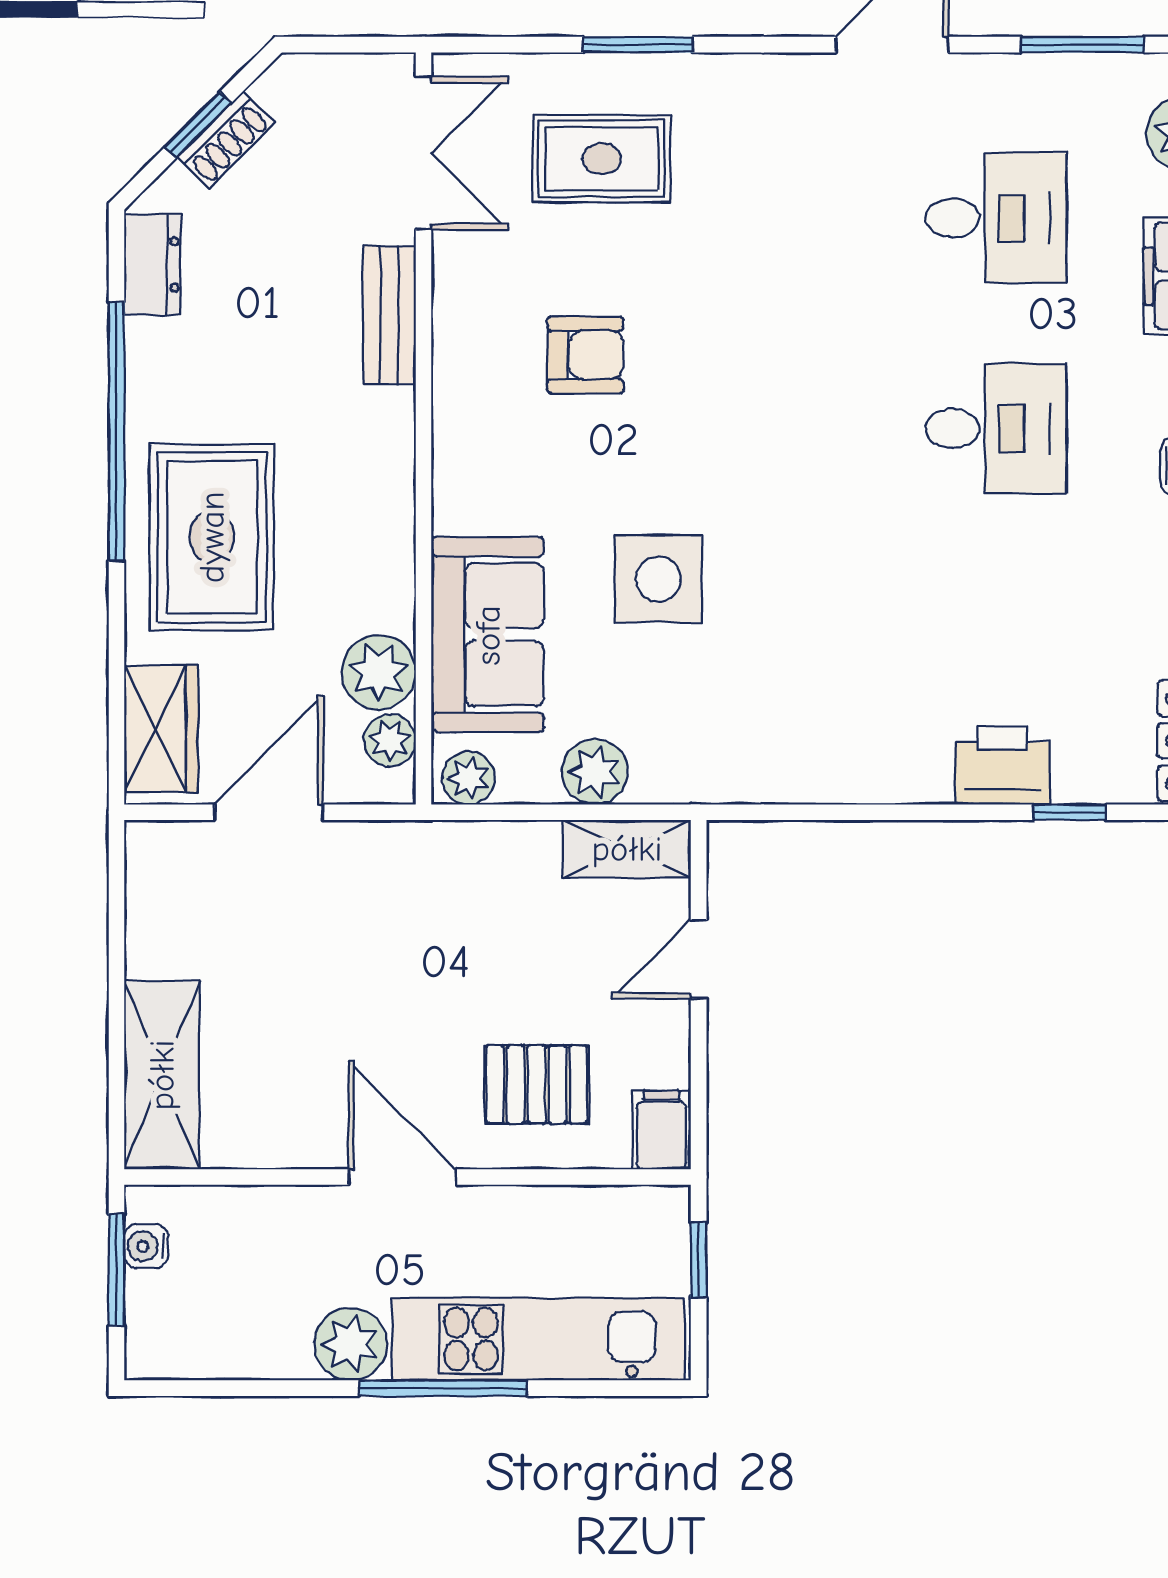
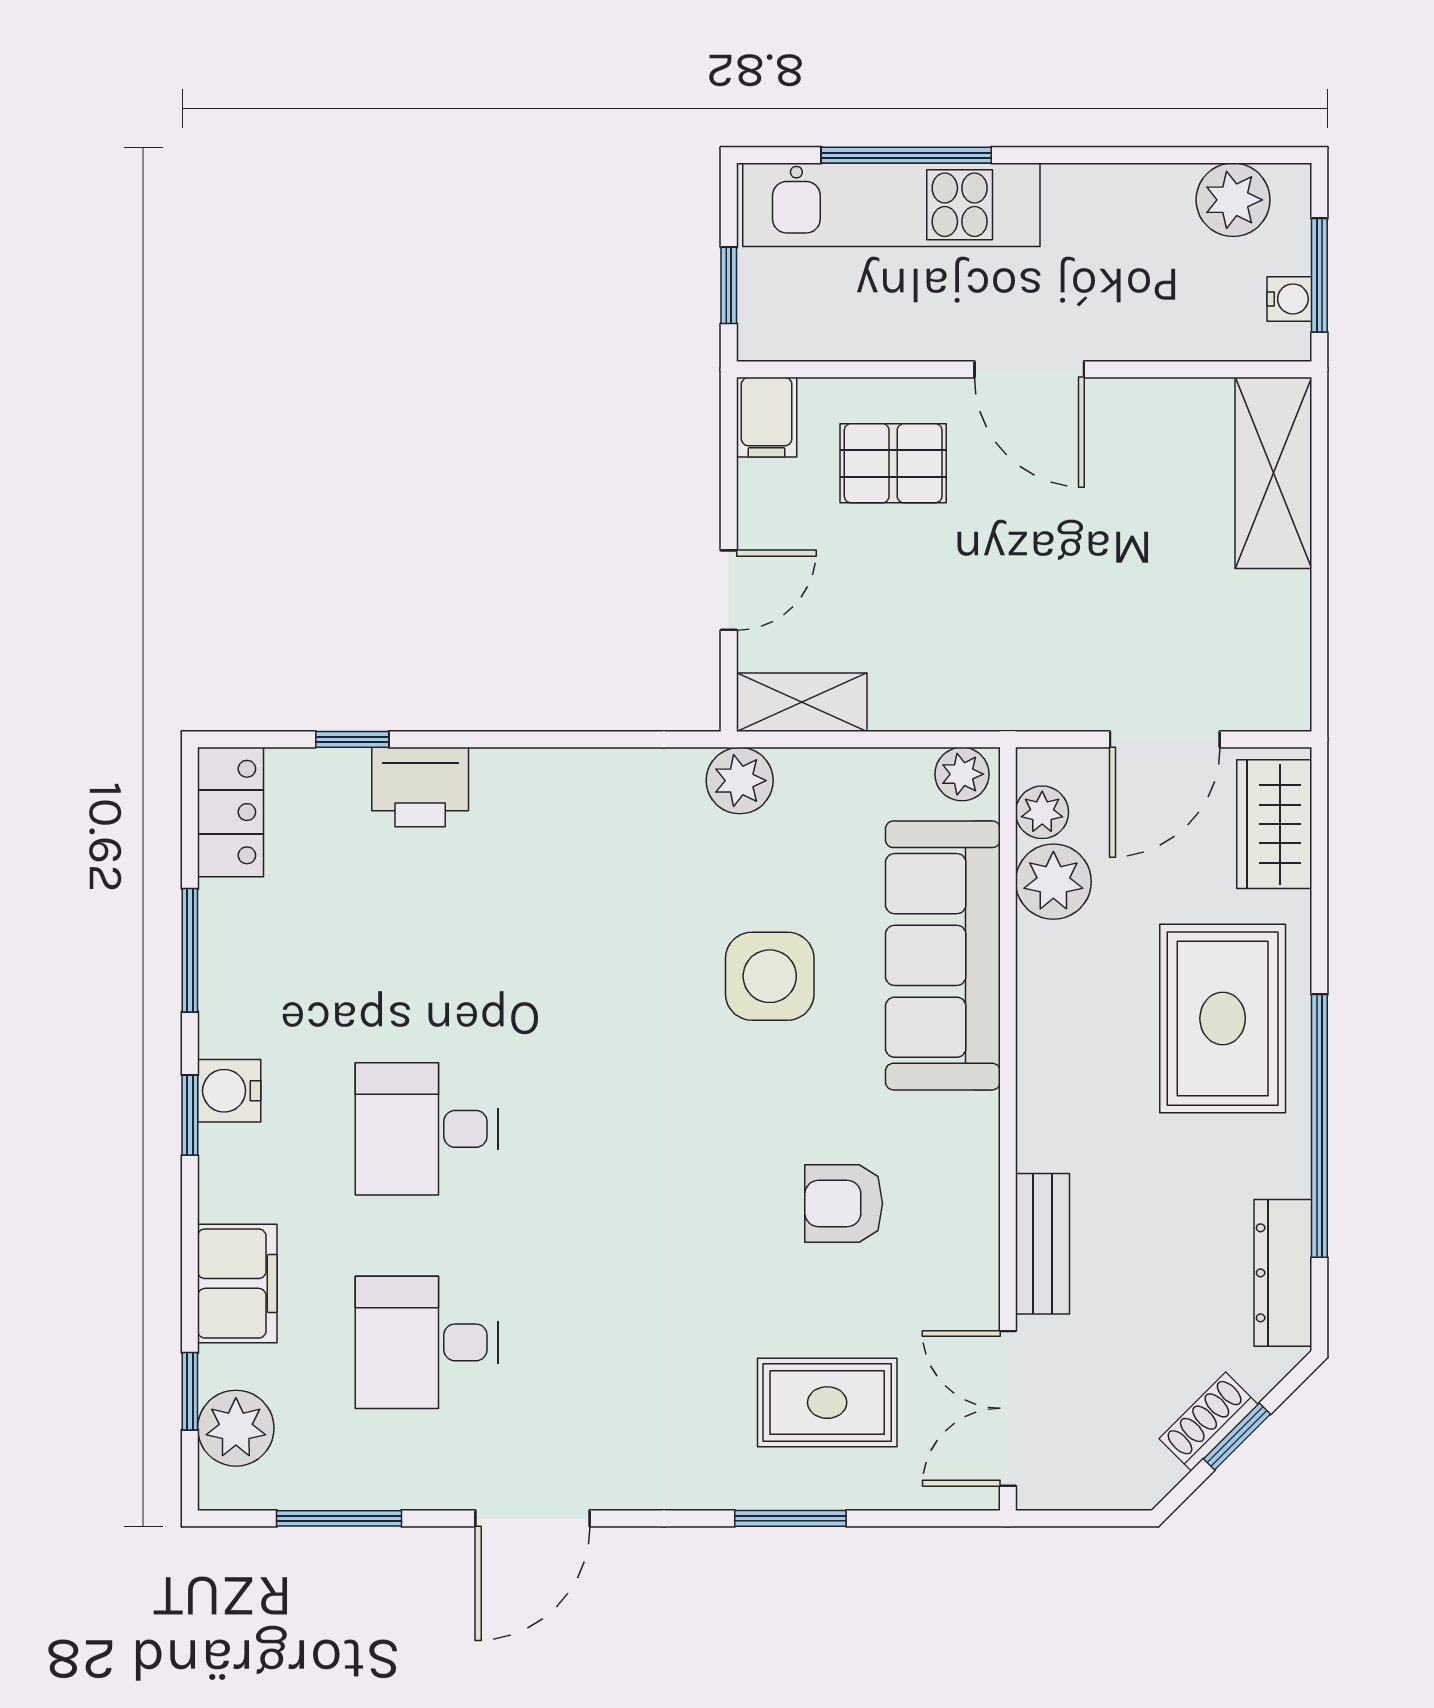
dresser: (152, 265) -> (1283, 1273), width x1.44
sofa: (488, 635) -> (943, 955), width x1.36
plant: (595, 772) -> (740, 781), moved
plant: (351, 1344) -> (1233, 200), moved
window: (443, 1388) -> (906, 155), moved

